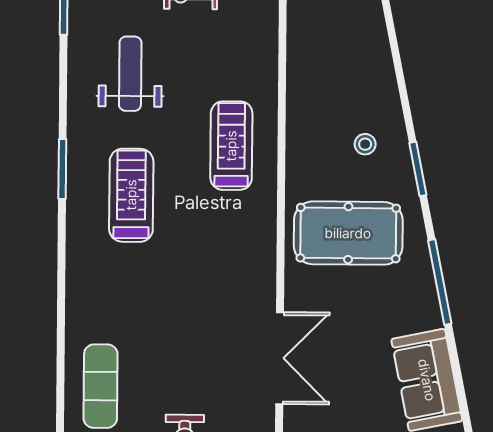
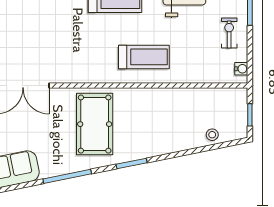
stool: (365, 144) -> (212, 135), moved

